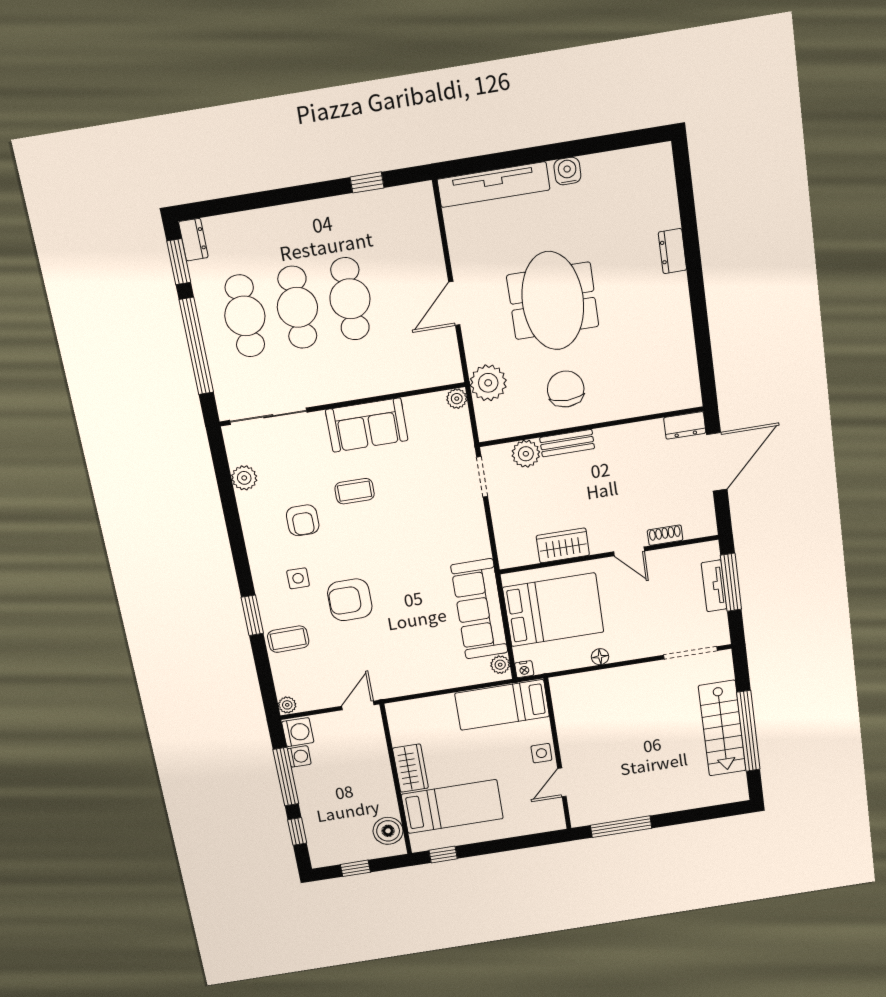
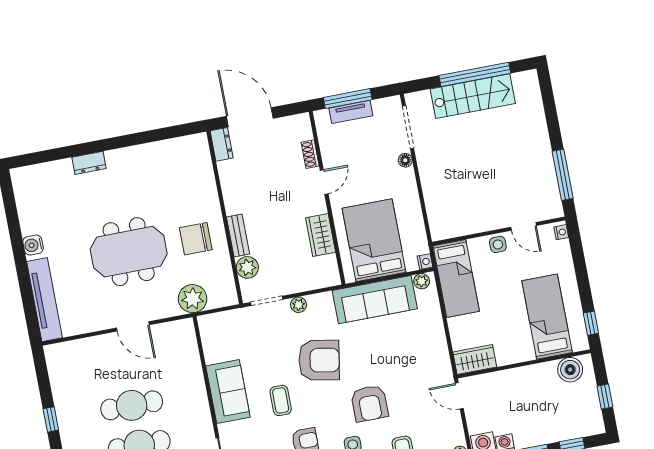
window: (367, 182) -> (51, 419), moved
plant: (457, 399) -> (299, 305), moved
armchair: (405, 540) -> (319, 360), added
floor lamp: (600, 657) -> (405, 160), moved
wardrobe: (410, 768) -> (475, 359), moved
nightstand: (553, 824) -> (561, 232), added

